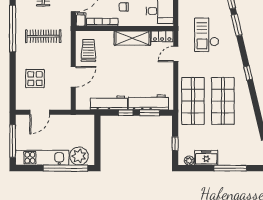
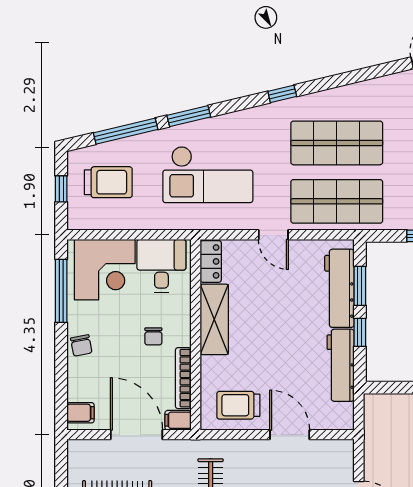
checkout: (207, 35) -> (208, 175), width x1.36, depth x1.21
door: (176, 54) -> (273, 235), moved

